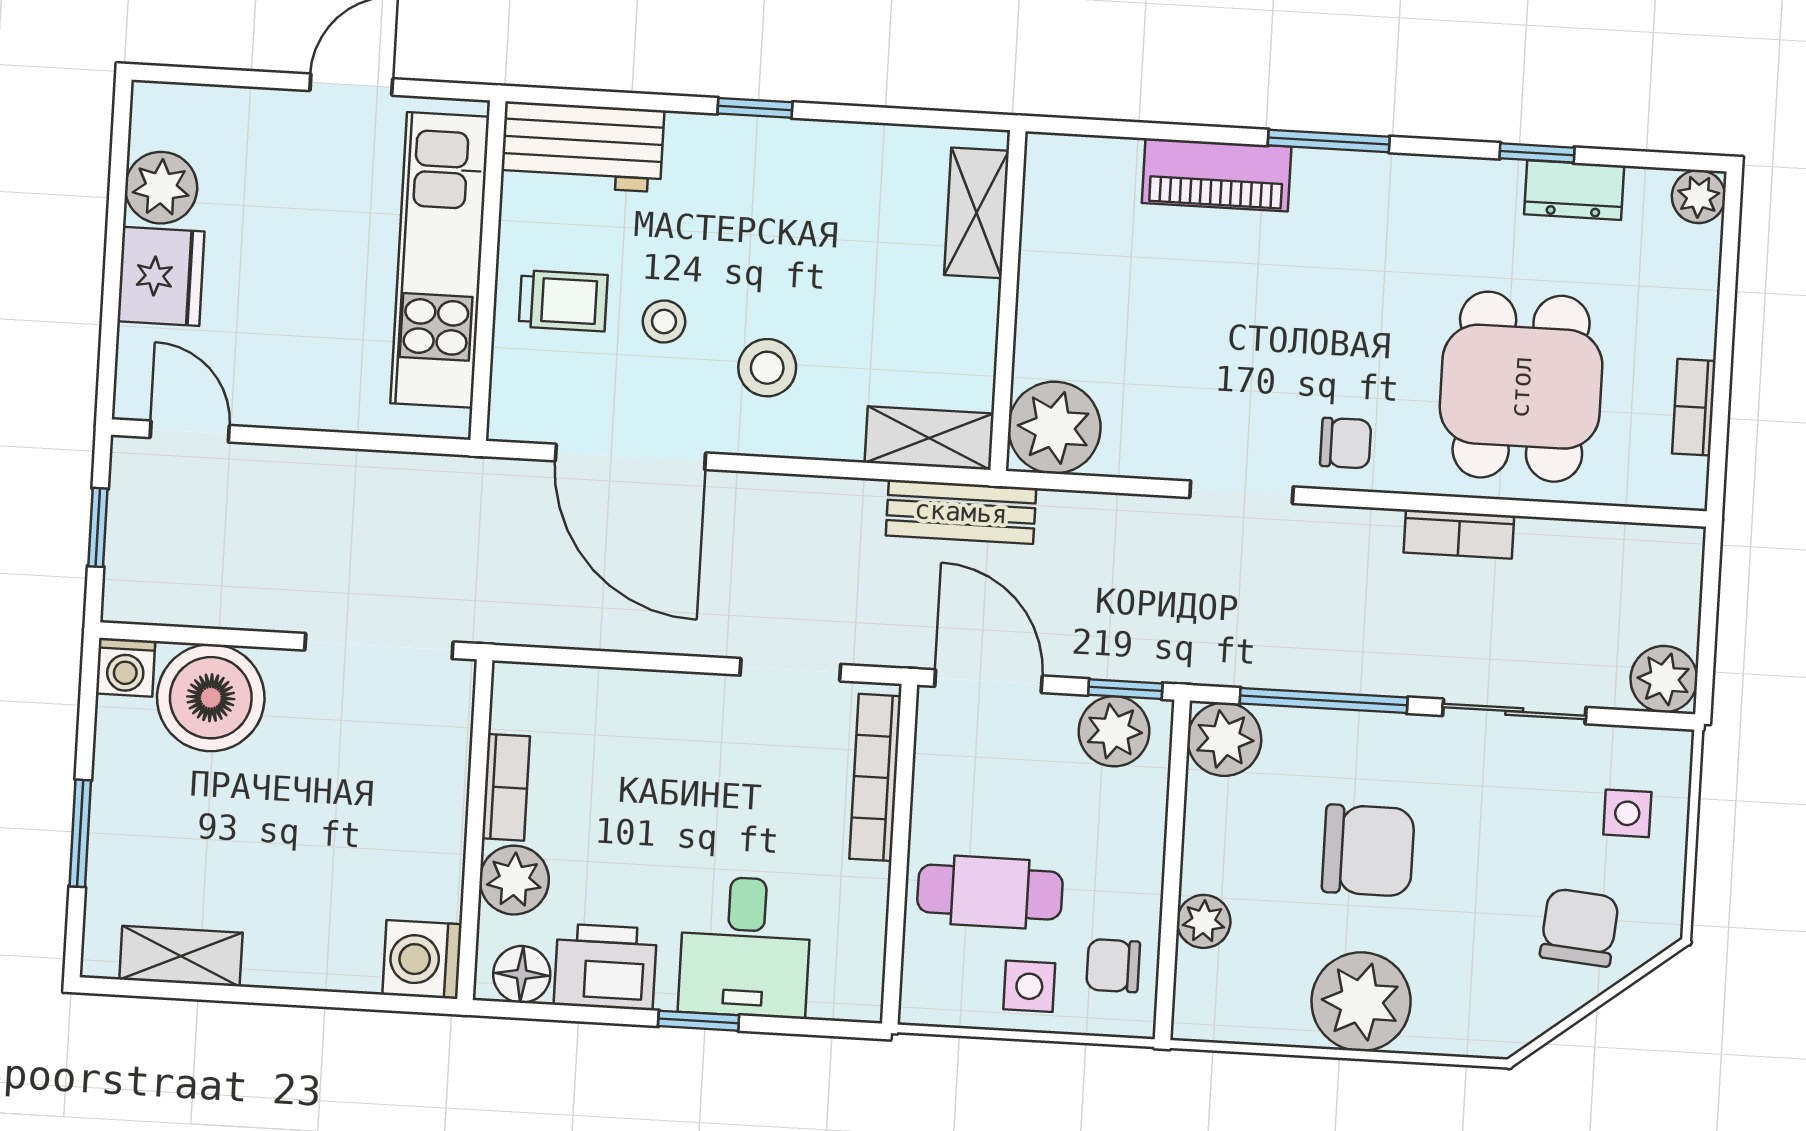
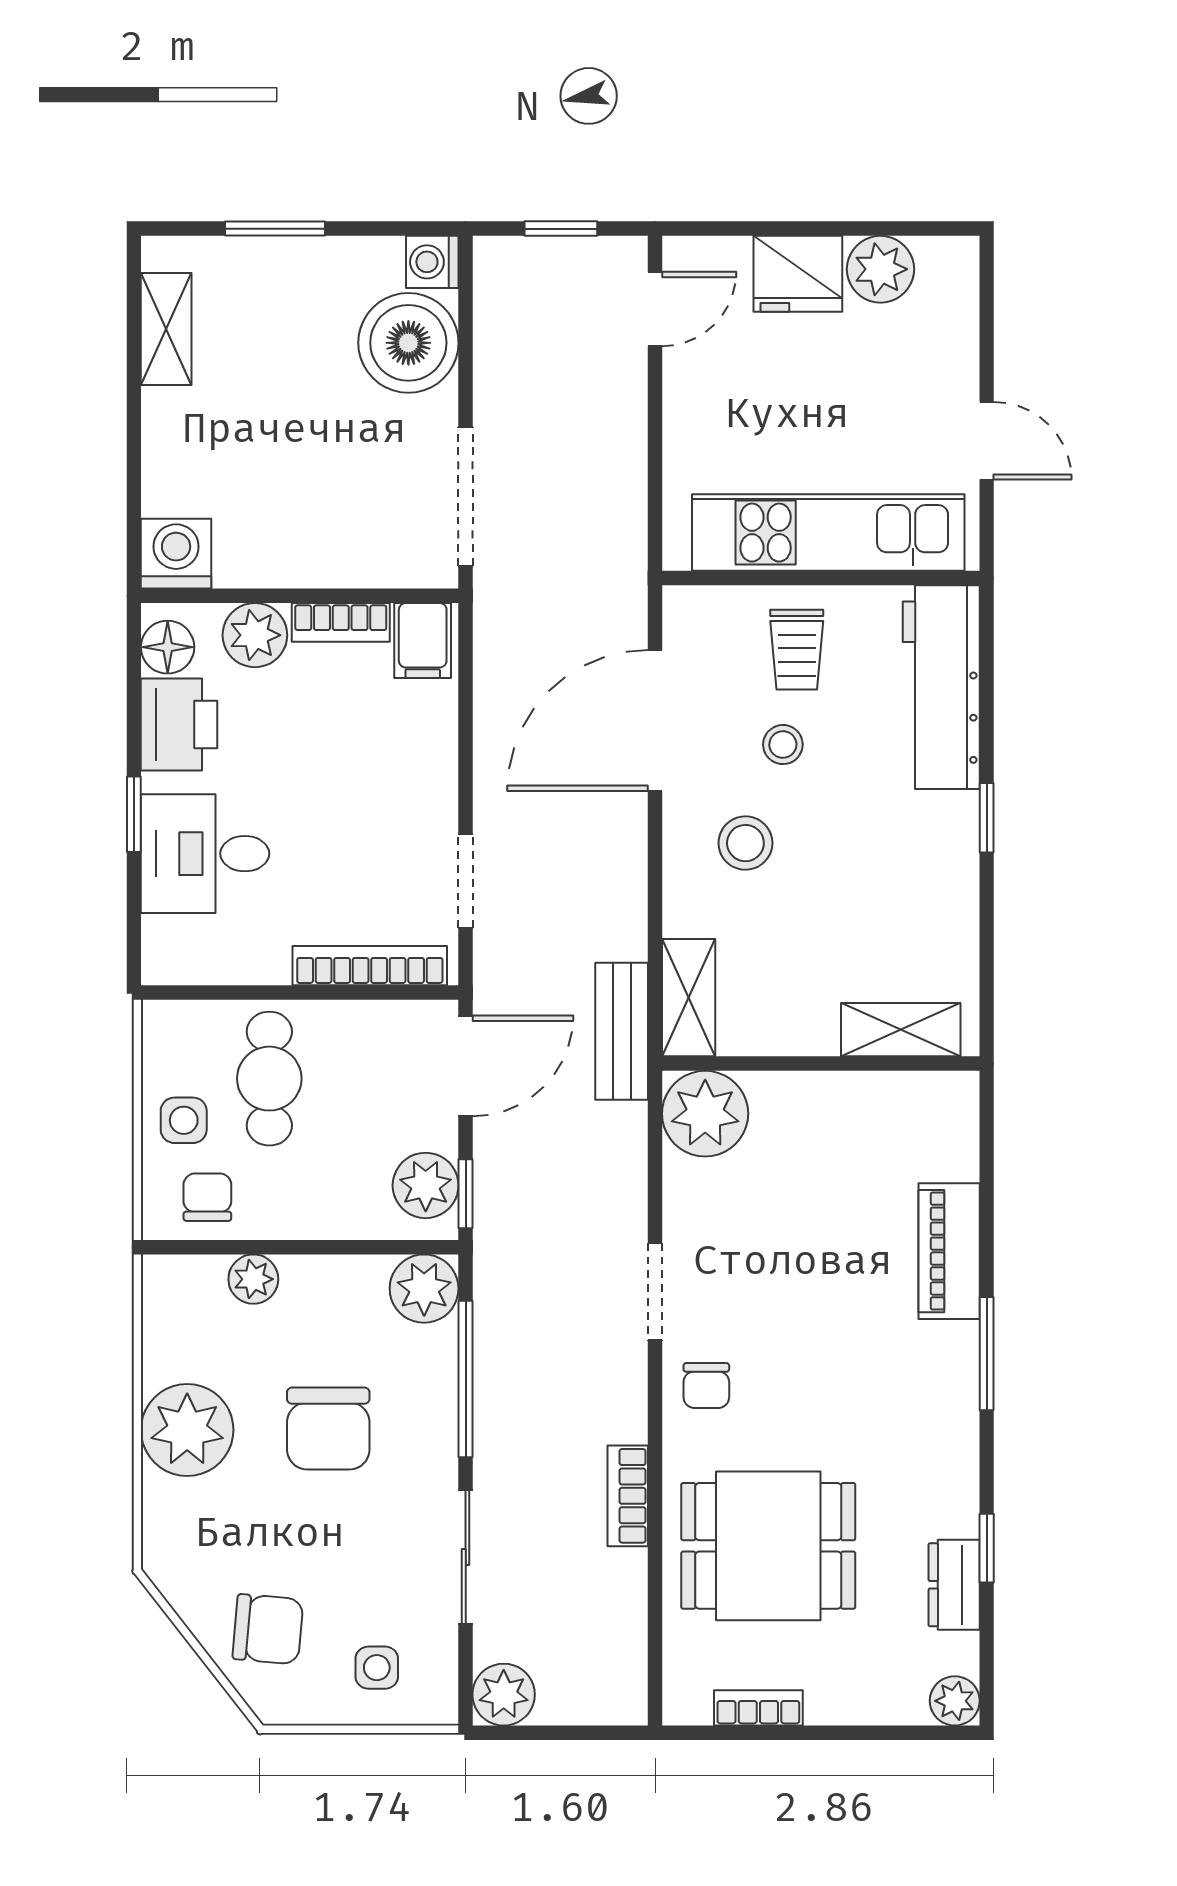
workbench: (582, 147) -> (941, 687), width x1.38
filing cabinet: (530, 701) -> (423, 641), added

